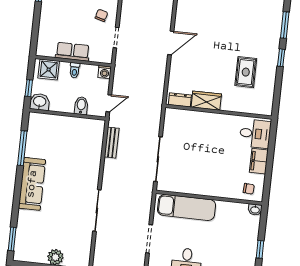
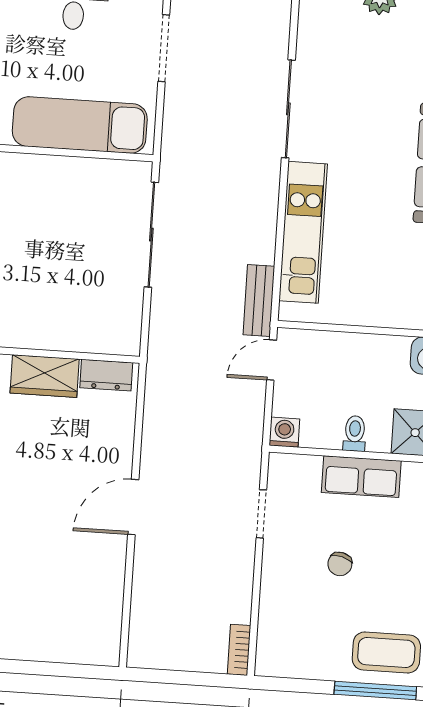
chair: (101, 15) -> (340, 564), moved
bidet: (81, 106) -> (336, 352), removed
bench: (112, 143) -> (259, 300), moved
kitchen unit: (93, 157) -> (303, 232), added

